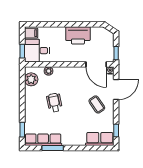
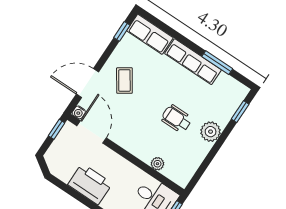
plant: (31, 79) -> (211, 132), moved
wheelchair: (54, 103) -> (177, 119), turned 101
row of seats: (43, 140) -> (193, 62), moved

